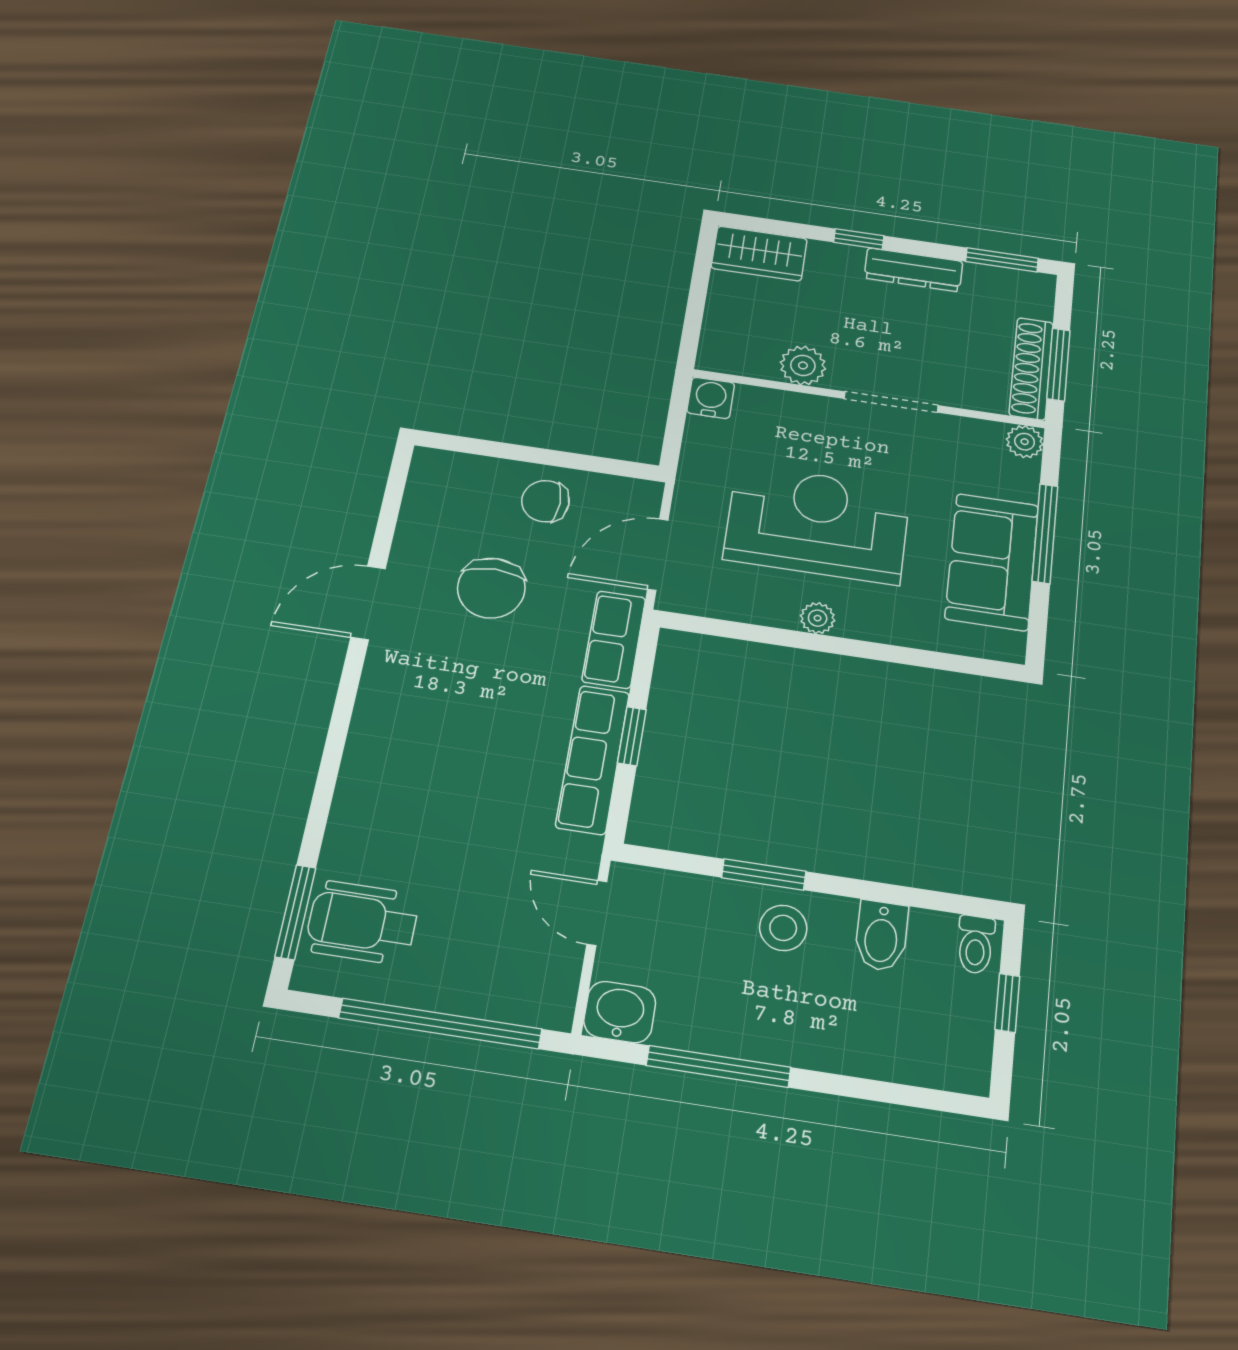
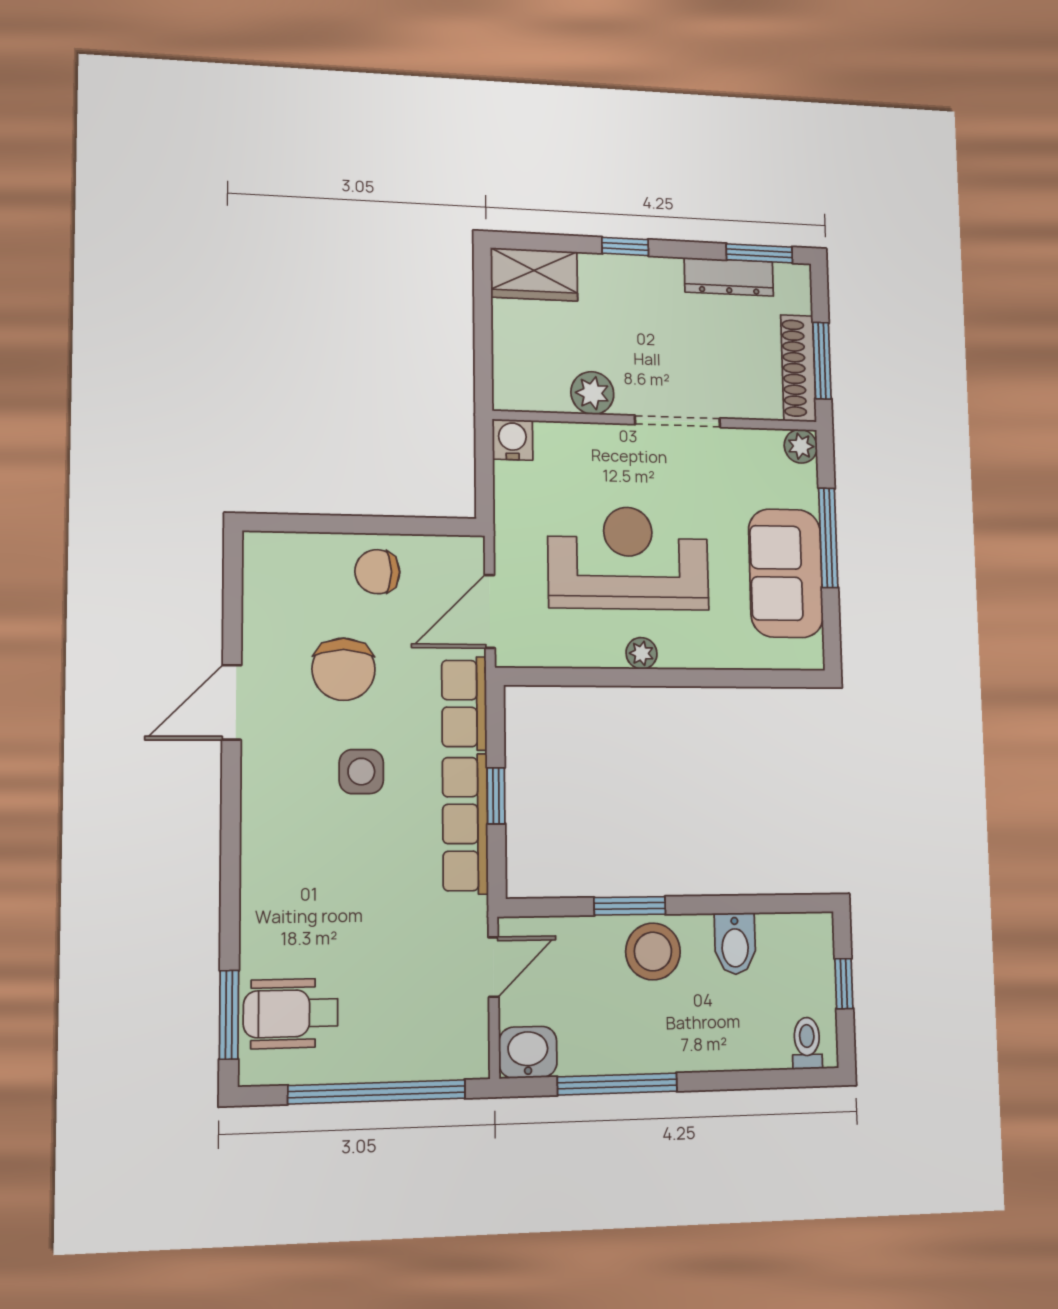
dresser: (913, 270) -> (729, 277), moved
side table: (490, 690) -> (361, 772), added
door: (597, 913) -> (493, 967), swing flipped
stool: (783, 928) -> (653, 952), width x1.38, depth x1.38
toilet: (976, 944) -> (807, 1043), moved, turned 180

